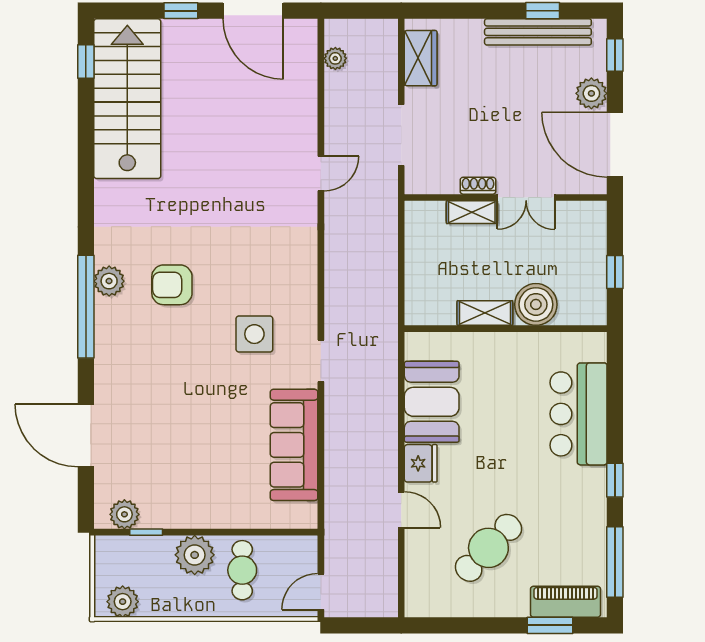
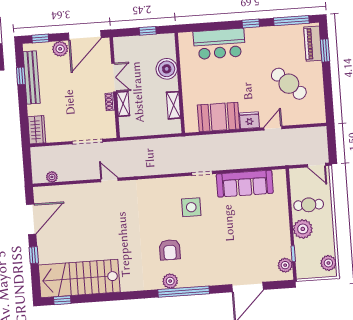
wardrobe: (421, 58) -> (37, 130), moved, turned 90
shelving: (485, 313) -> (173, 105), moved

